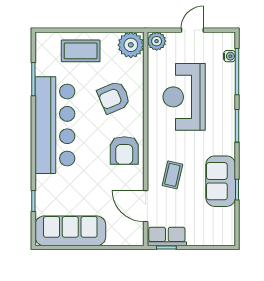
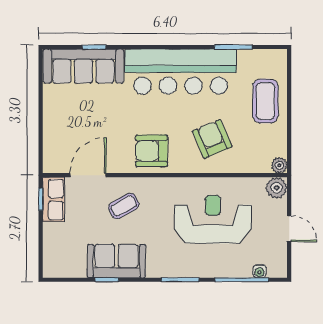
plant: (131, 45) -> (279, 165), width x0.53, depth x0.53
coffee table: (172, 175) -> (124, 206), turned -42
sofa: (70, 231) -> (83, 66), moved, turned 90

